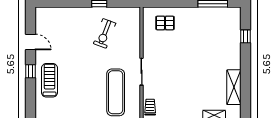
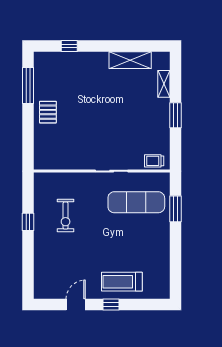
pallet: (165, 23) -> (48, 112), moved
exercise bike: (105, 33) -> (66, 216), turned 69

